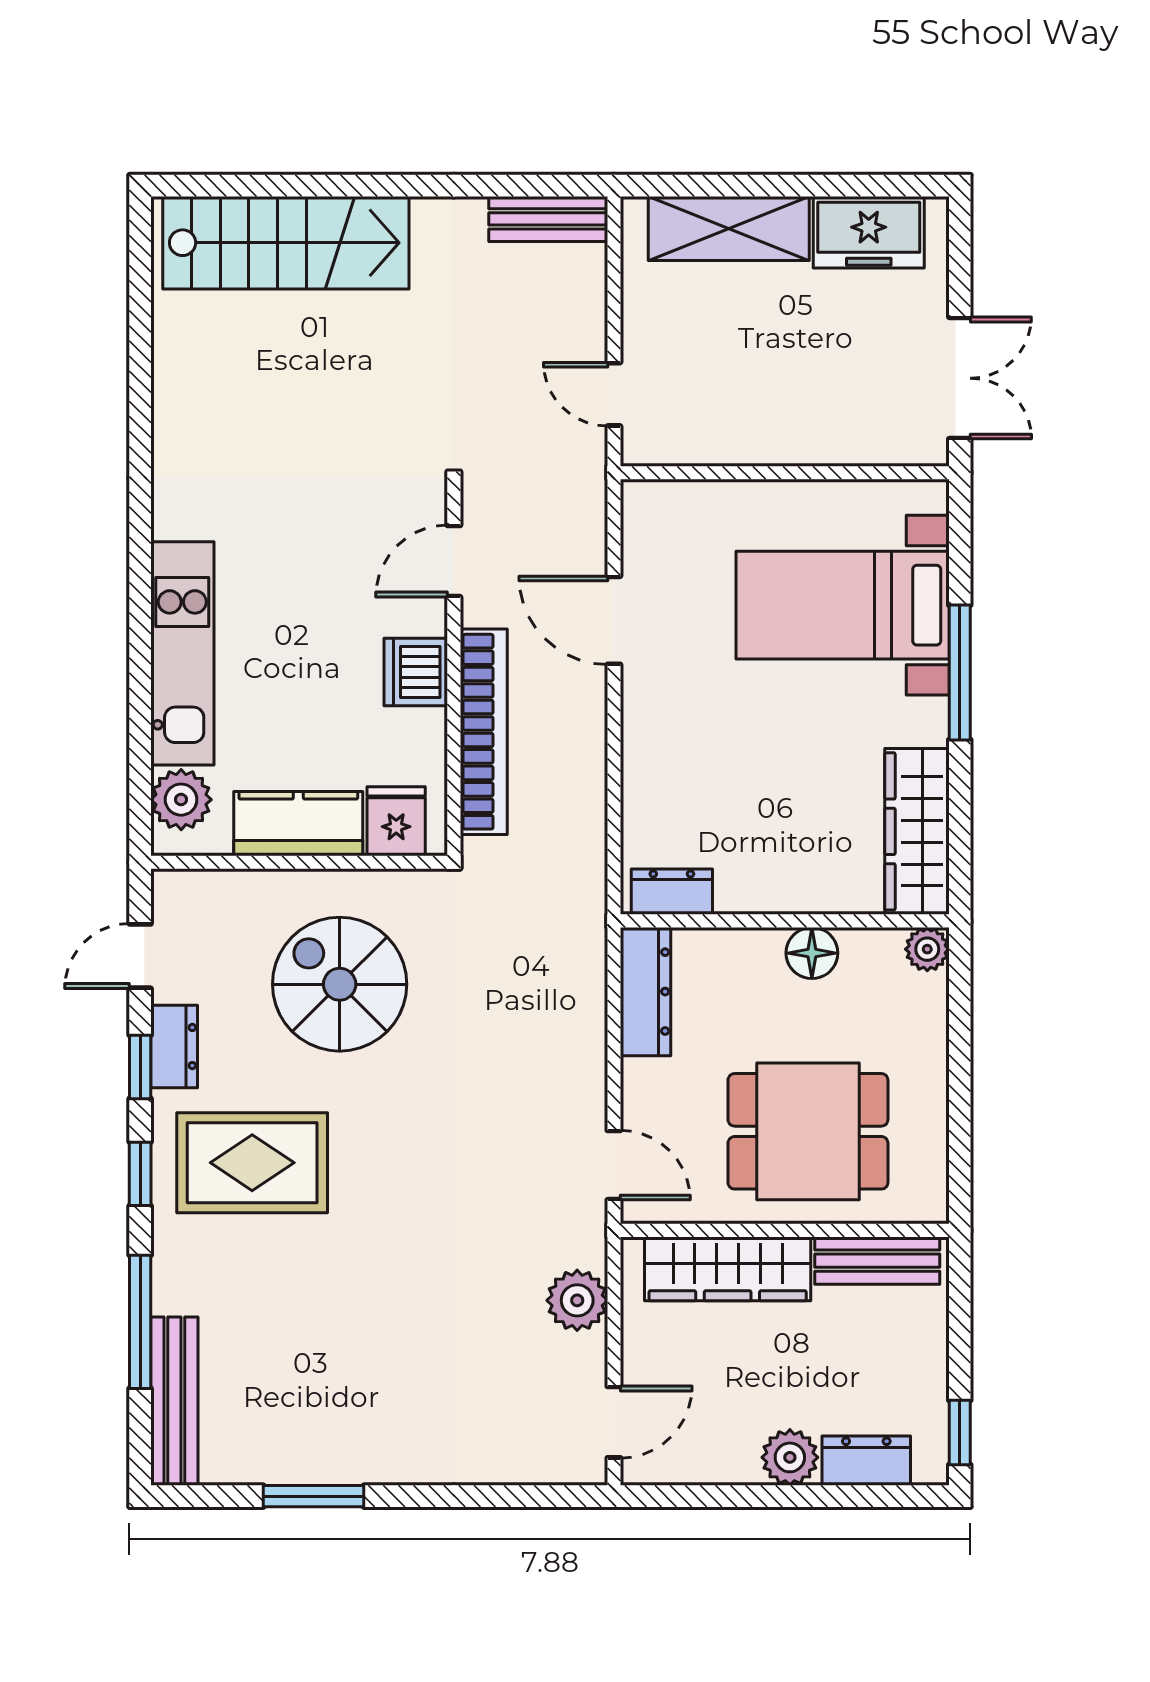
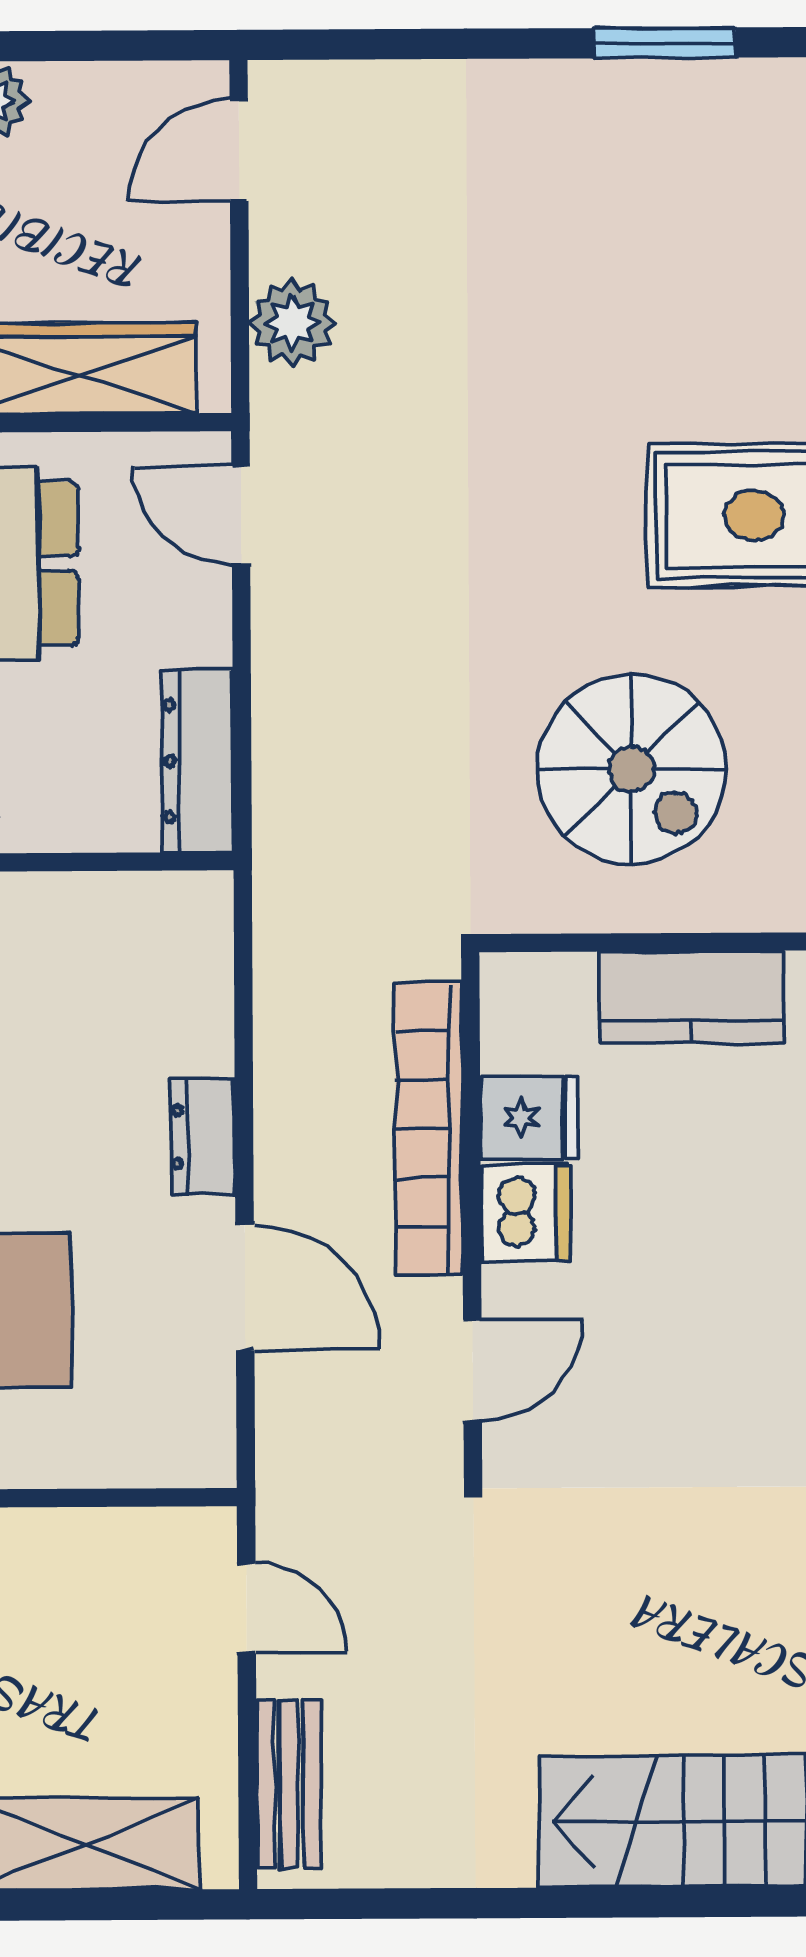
bench: (548, 219) -> (289, 1784), moved, turned 90
fridge: (396, 821) -> (529, 1118), moved, turned -90
dresser: (672, 892) -> (203, 1137), moved, turned 90

